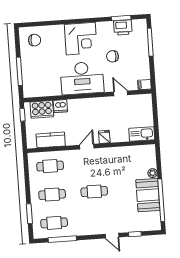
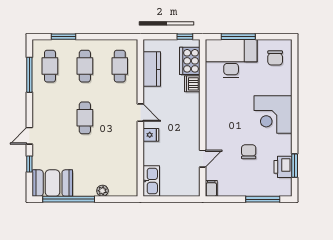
desk: (82, 78) -> (231, 59), moved, turned 90
booth: (148, 195) -> (53, 183), moved

